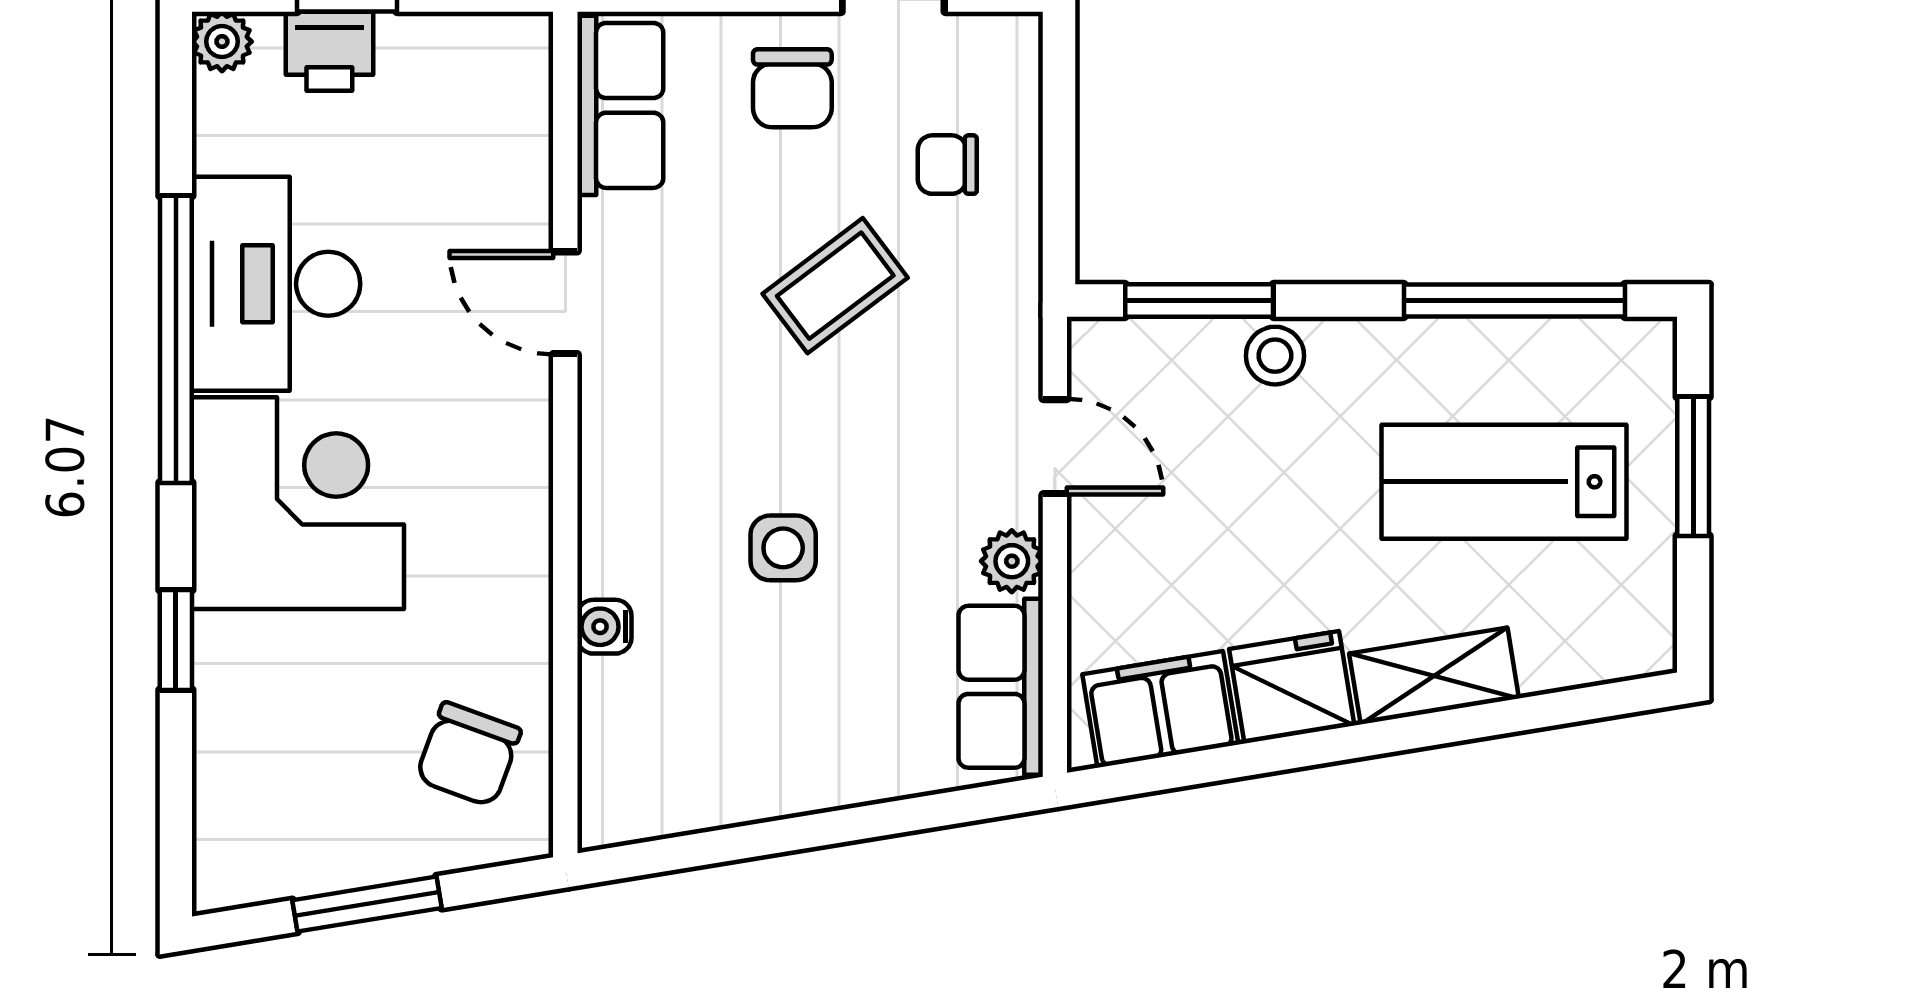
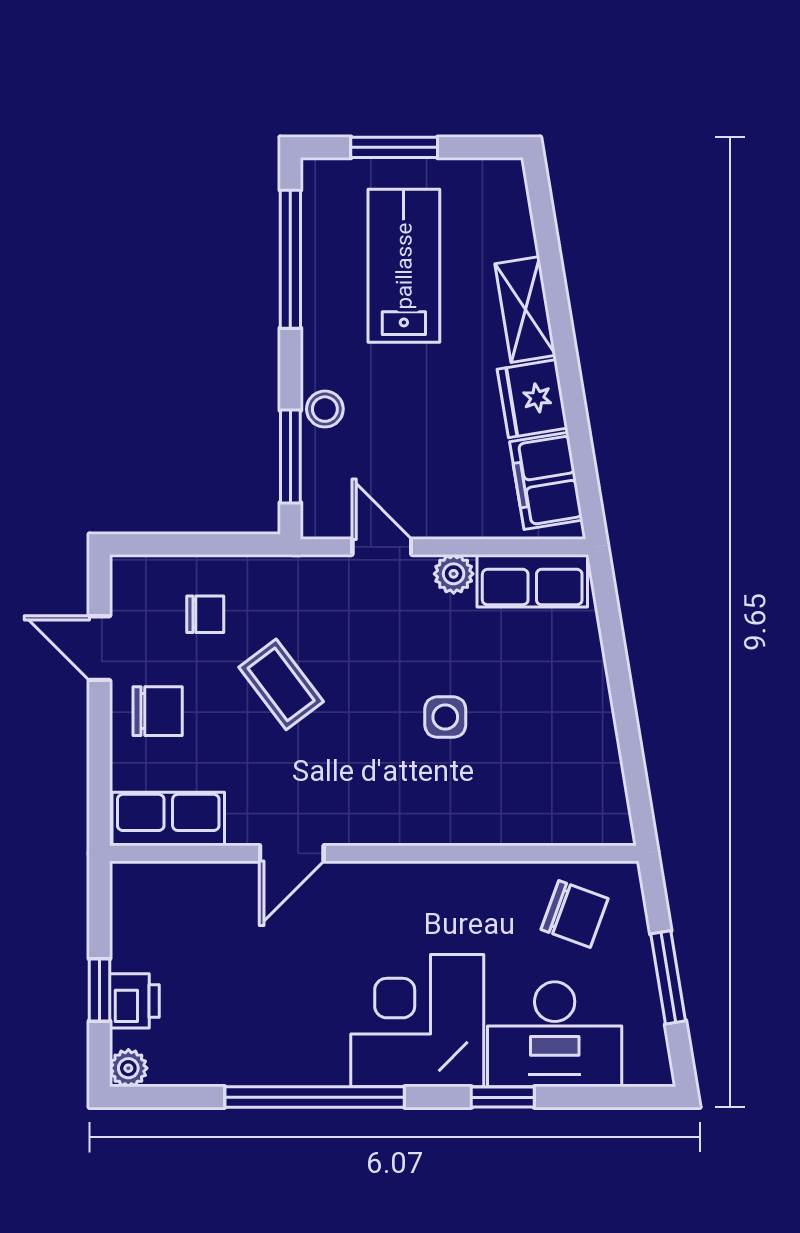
chair: (947, 165) -> (205, 614), turned -90
desk: (276, 284) -> (555, 1034), moved
door: (1055, 447) -> (382, 547), hinge flipped
lab bench: (1504, 482) -> (404, 266), turned 180
water cooler: (604, 627) -> (495, 829), removed

